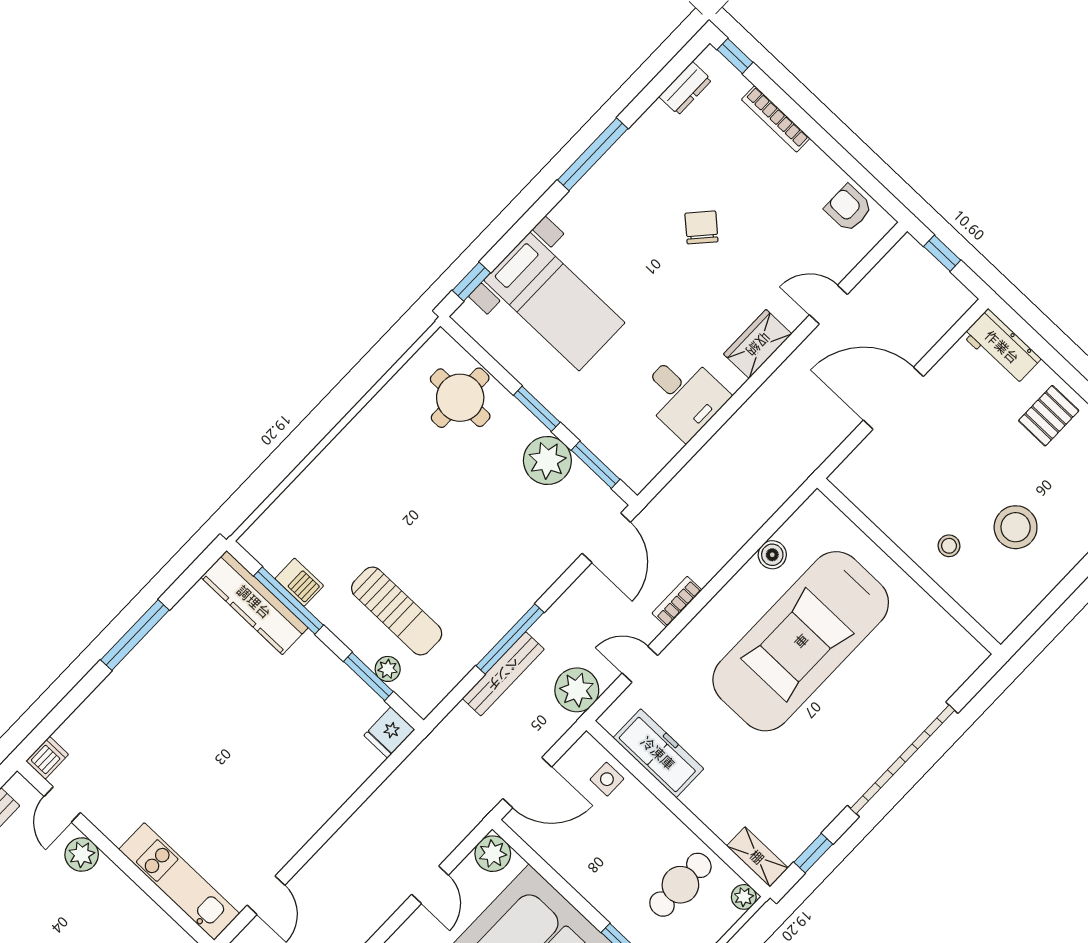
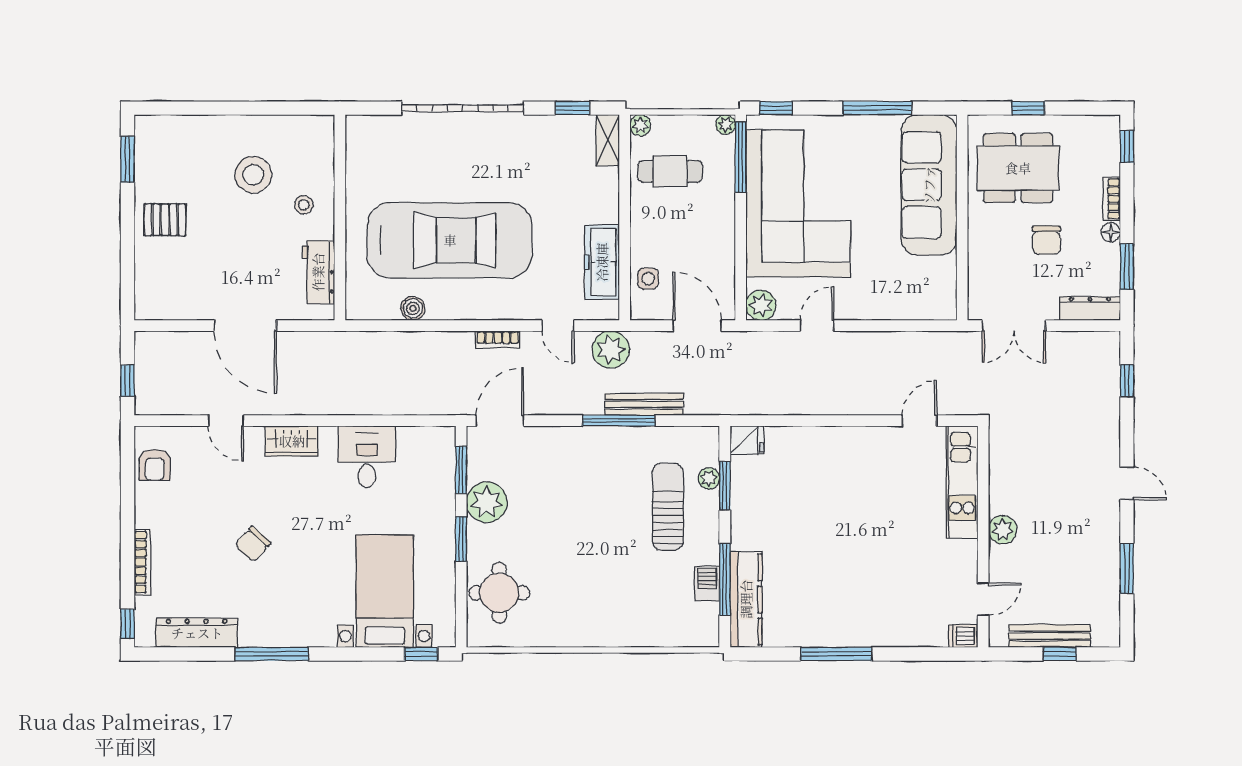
dresser: (685, 88) -> (197, 633), width x1.96, depth x1.24
workbench: (1002, 347) -> (318, 272), moved, turned 180
plant: (82, 855) -> (1003, 530), moved

